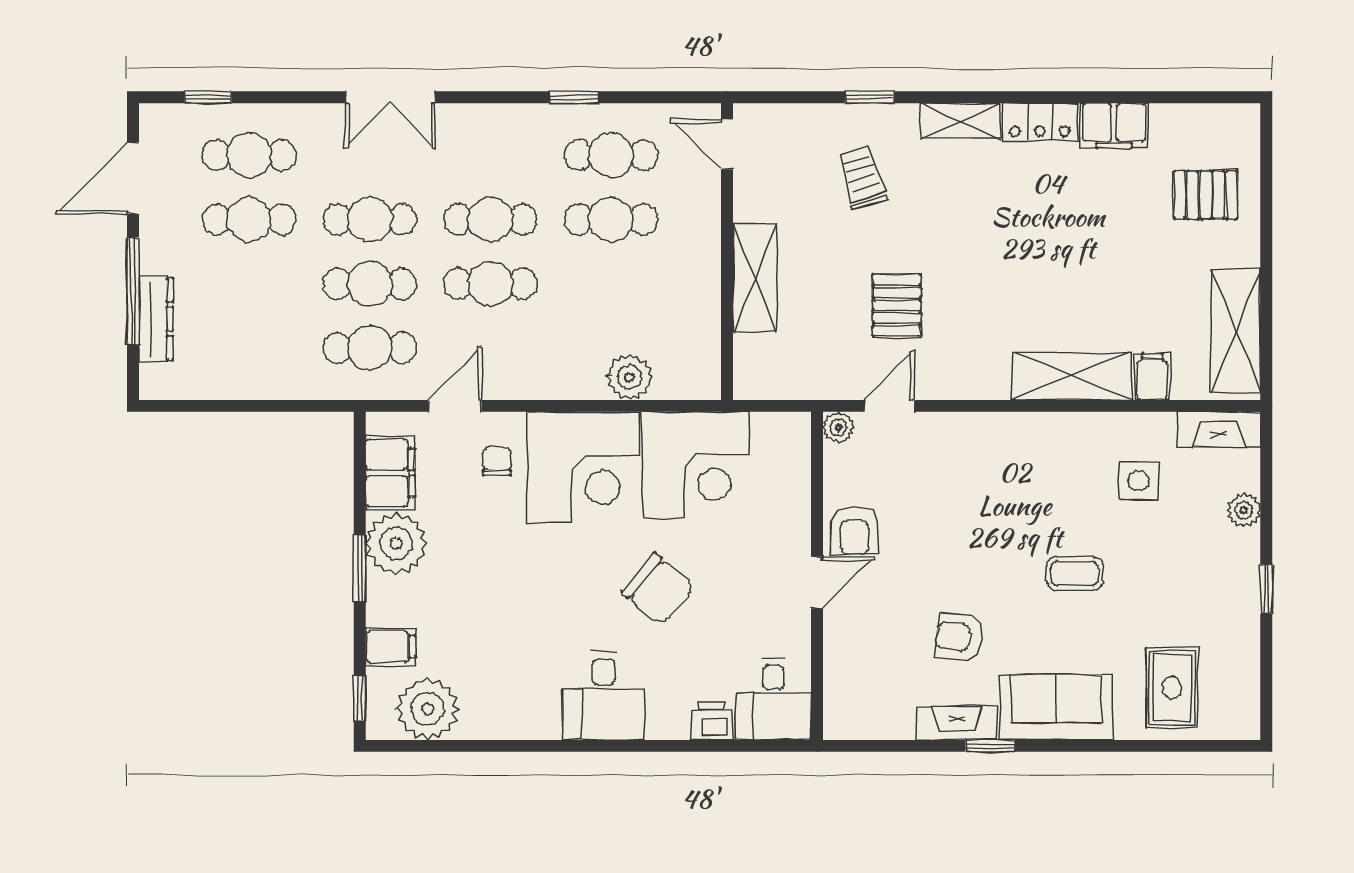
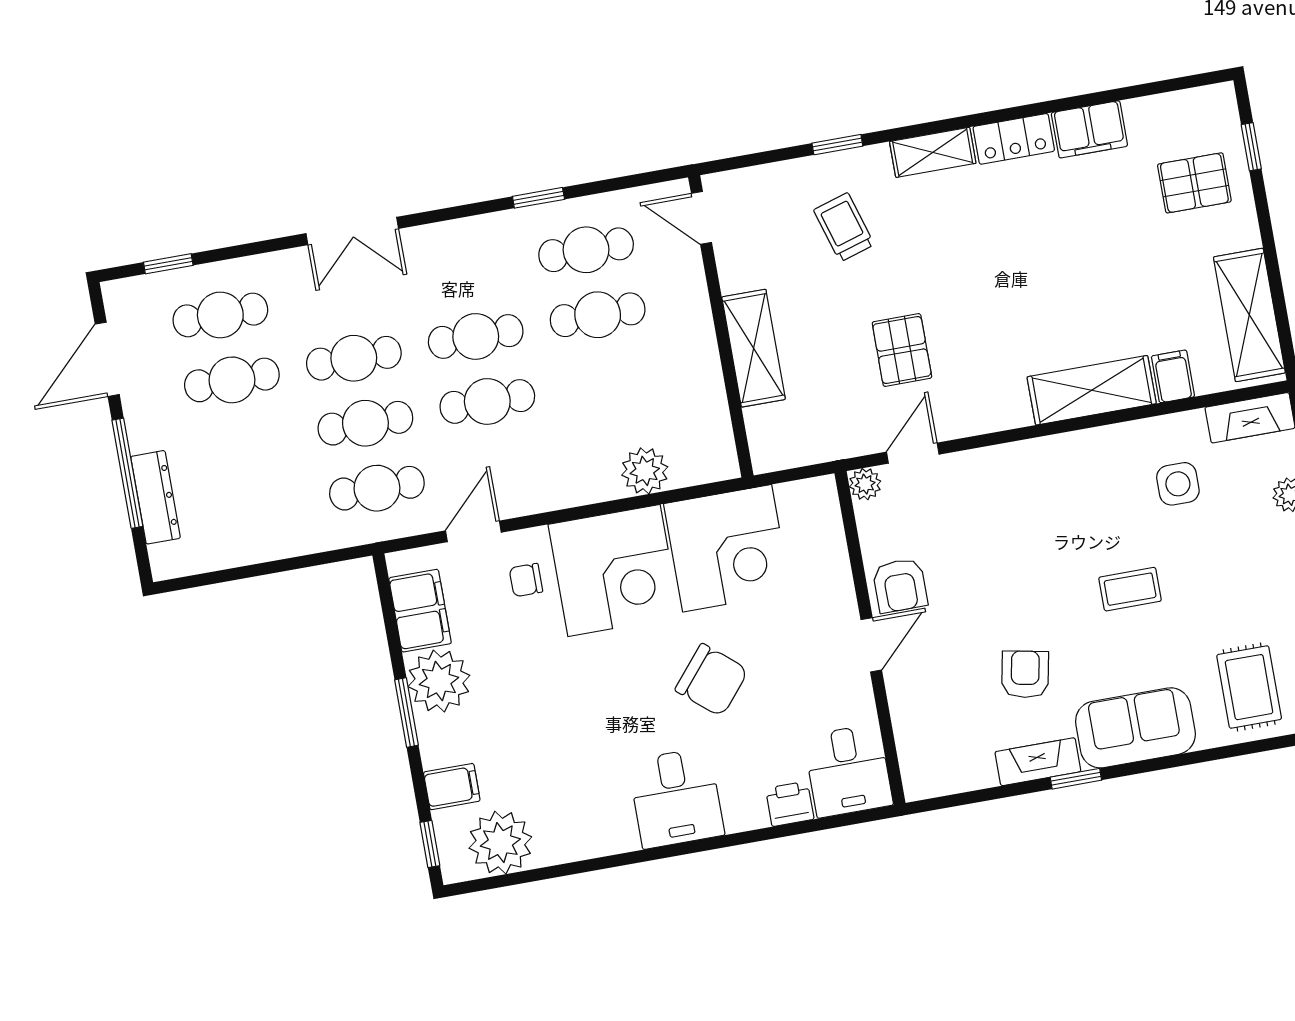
window: (1266, 170) -> (1251, 147), added
chair: (497, 462) -> (526, 580), turned -90
armchair: (959, 637) -> (1025, 674), turned 95

